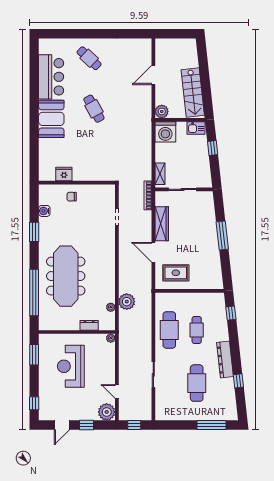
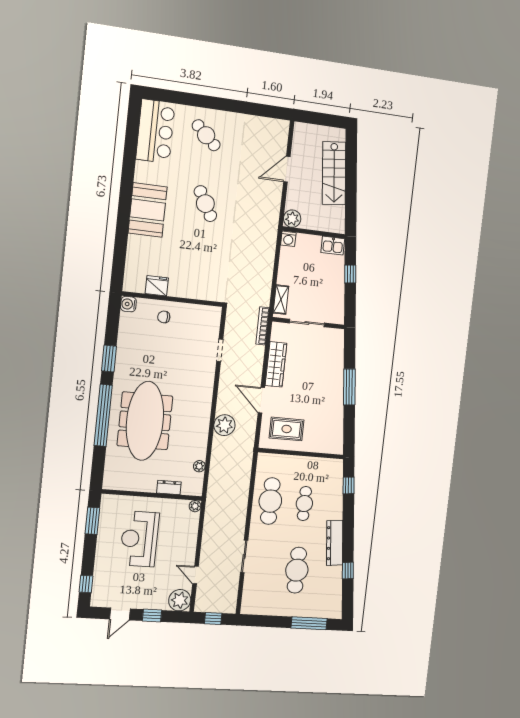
bar counter: (51, 77) -> (155, 131), moved
stairs: (193, 93) -> (334, 173), moved
washing machine: (165, 132) -> (288, 239), width x0.53, depth x0.53
water cooler: (44, 211) -> (128, 304), moved
window: (34, 292) -> (103, 415), moved
plant: (127, 302) -> (224, 425), moved

